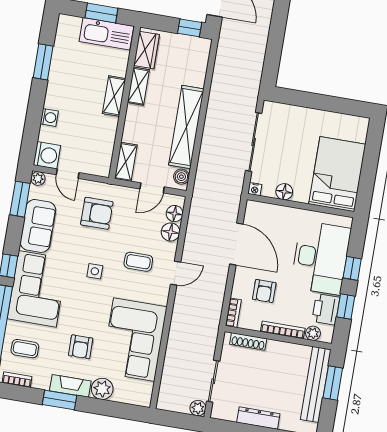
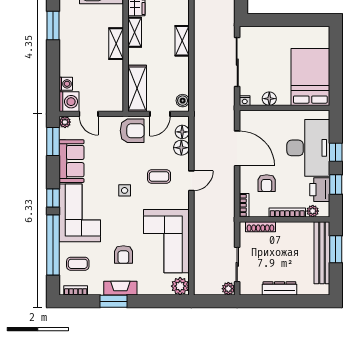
washing machine: (49, 117) -> (66, 84), moved
shelving: (186, 127) -> (182, 41), width x0.45, depth x0.75
shelving: (126, 162) -> (137, 88), width x1.50, depth x1.33
armchair: (97, 213) -> (132, 131), moved
plant: (102, 389) -> (180, 286), moved

